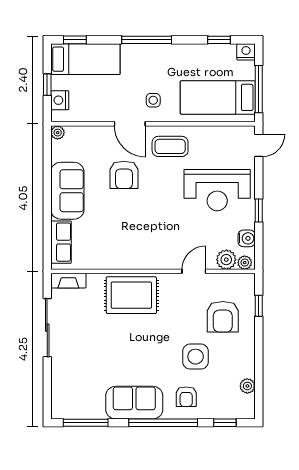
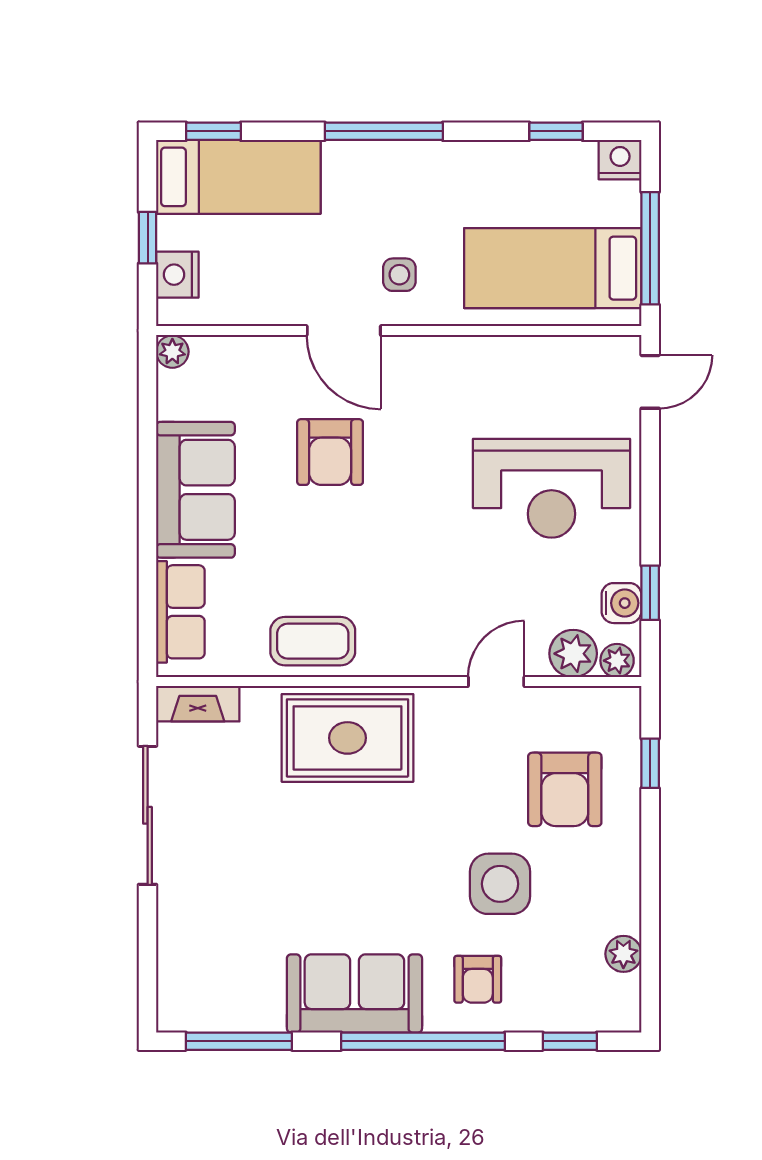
coffee table: (170, 146) -> (313, 641), moved
window: (259, 210) -> (650, 593), moved

